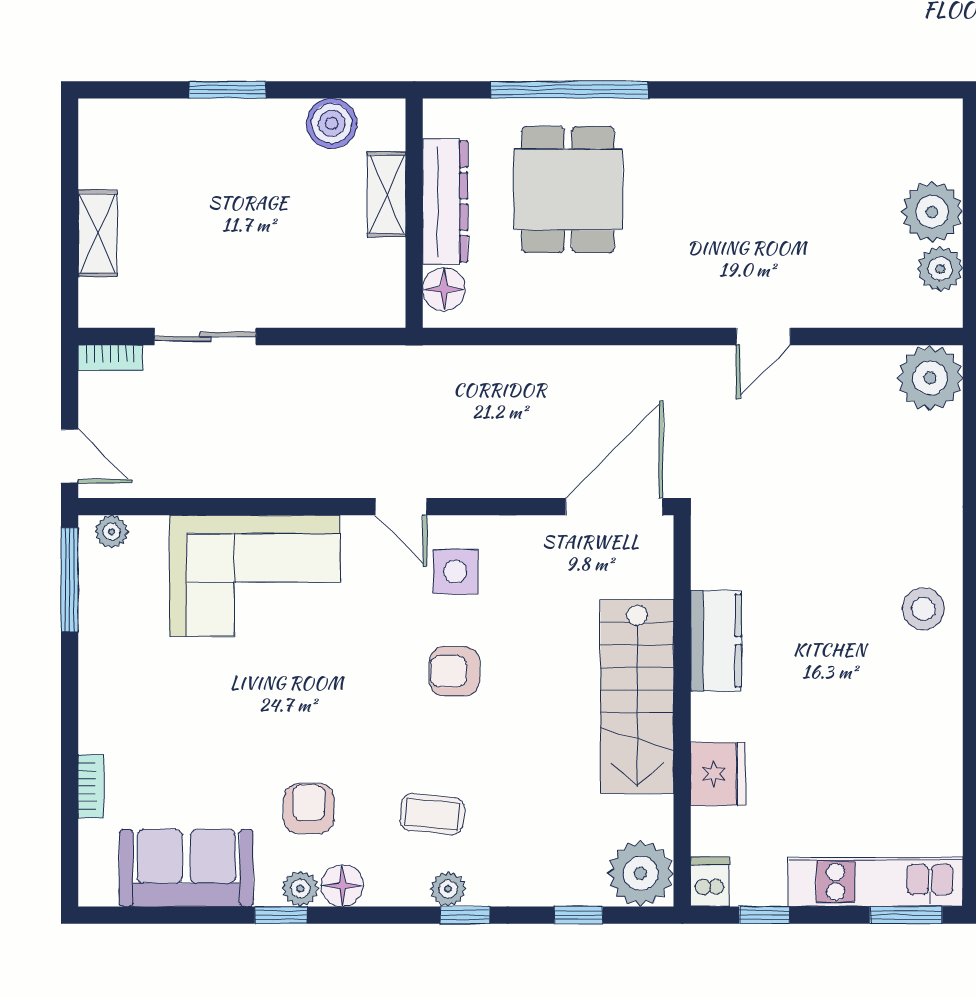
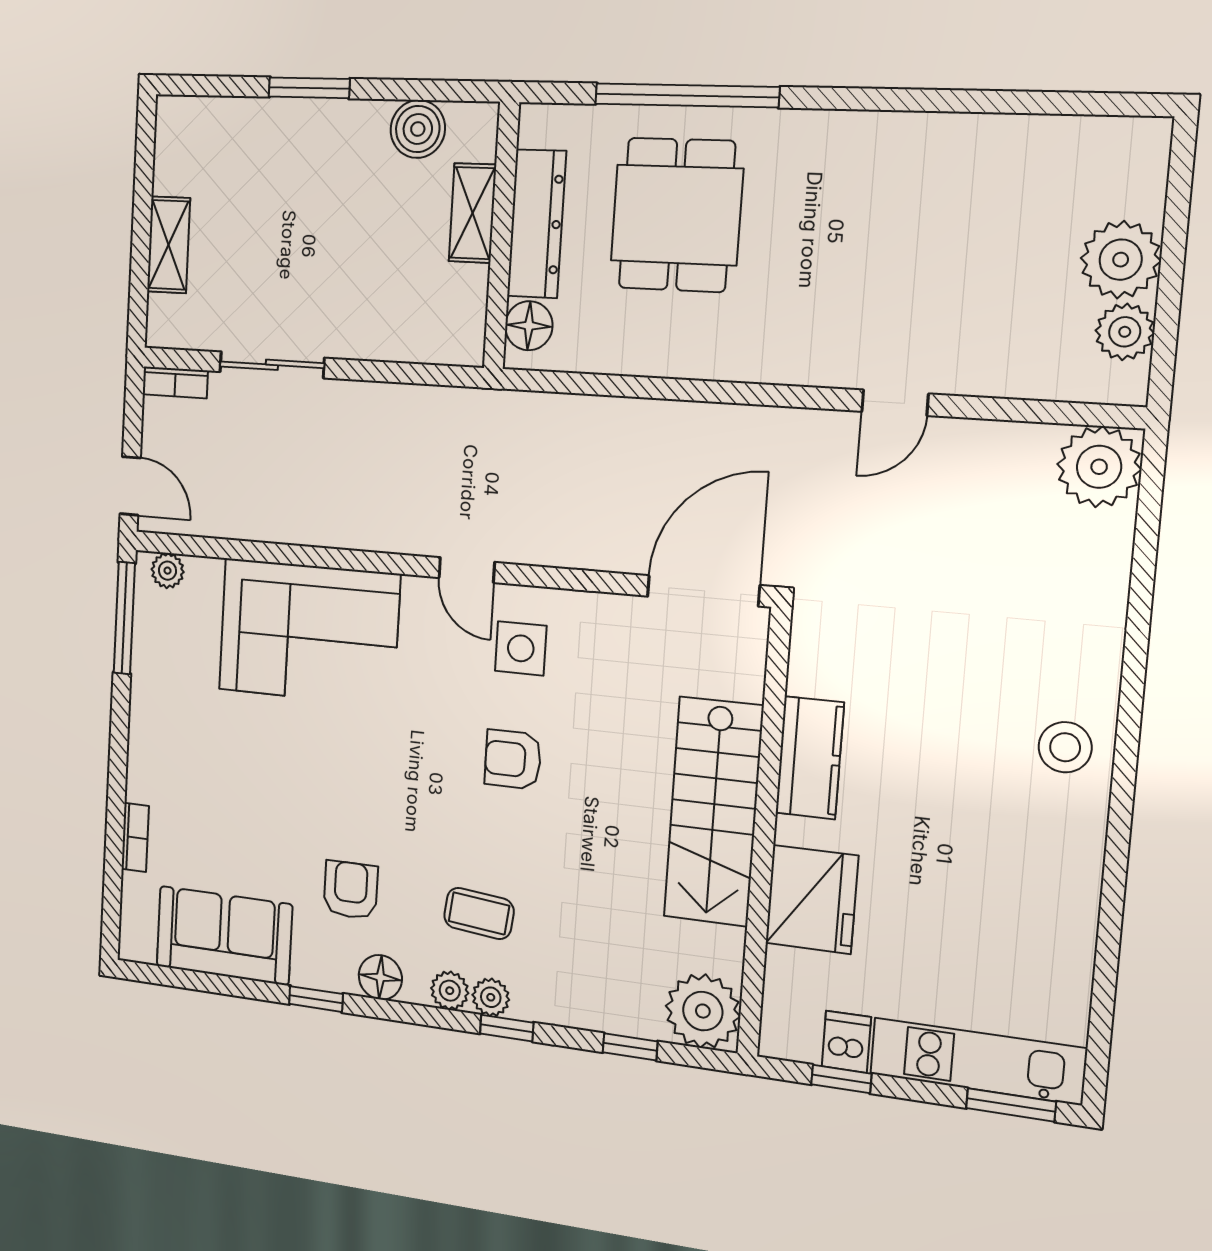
fridge: (718, 774) -> (812, 899), width x1.36, depth x1.34
dishwasher: (710, 882) -> (846, 1042), moved
plant: (300, 889) -> (450, 991), moved

